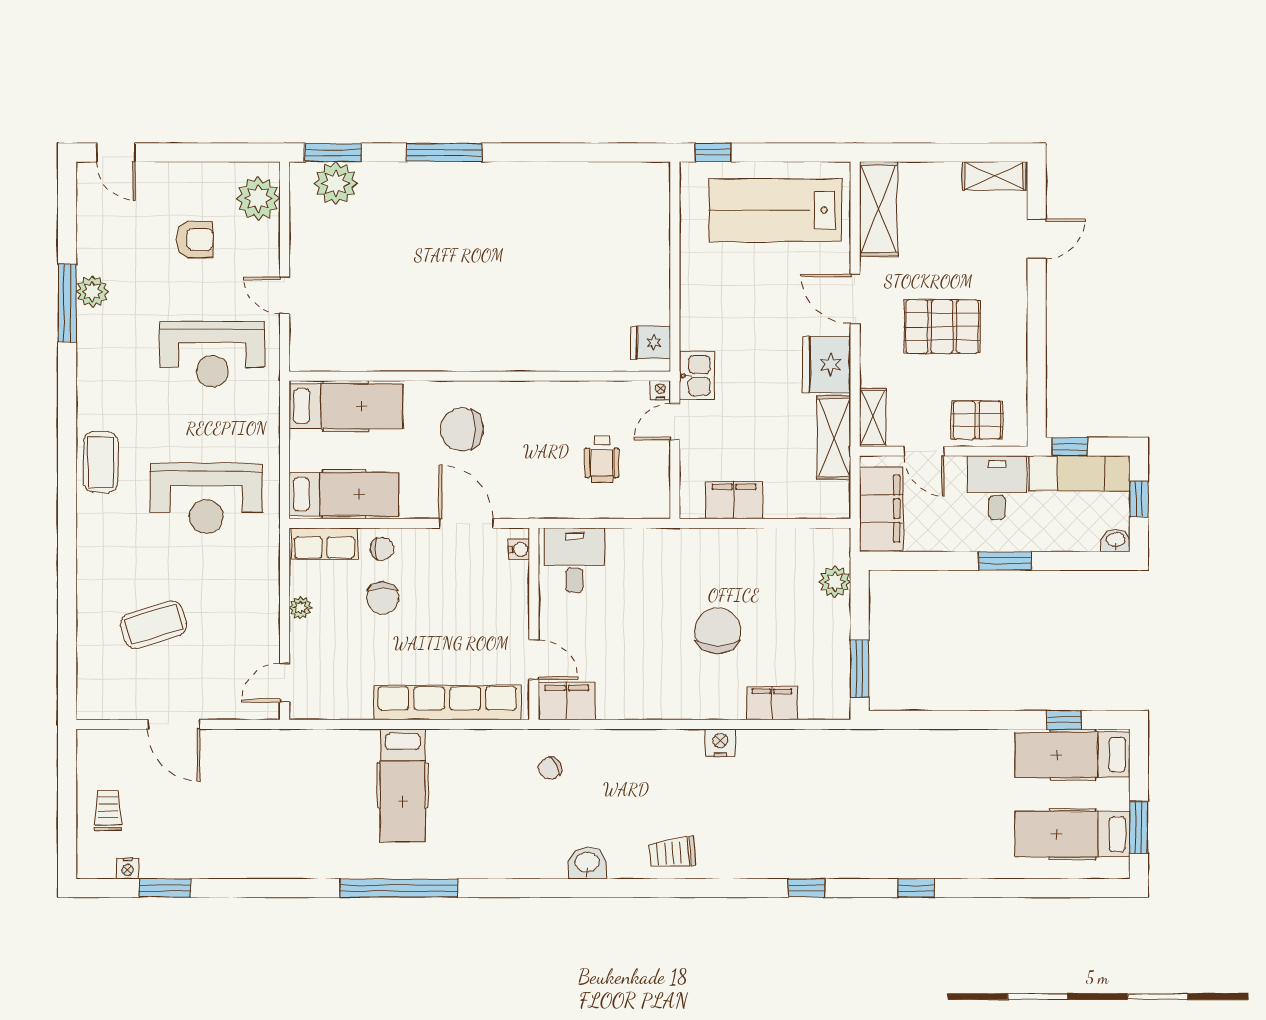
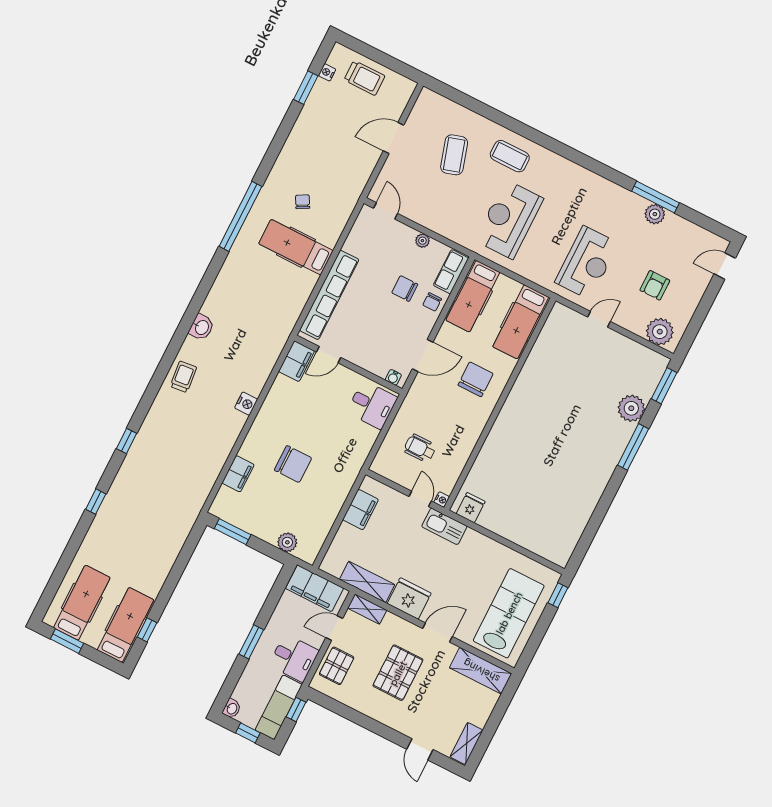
plant: (336, 183) -> (631, 408), moved
reception desk: (212, 354) -> (587, 263), turned 180
kitchen sink: (697, 376) -> (444, 526), width x1.38
coffee table: (101, 462) -> (510, 156), moved
nightstand: (720, 743) -> (246, 404), moved
chair: (550, 768) -> (303, 202), moved
trolley: (108, 810) -> (364, 78), width x1.36, depth x1.39

